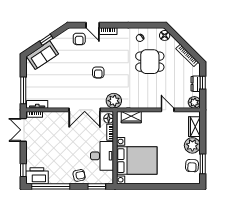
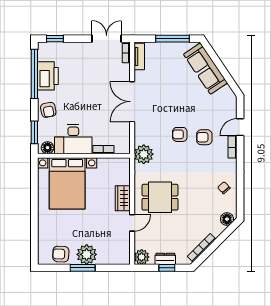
armchair: (79, 39) -> (204, 137), moved
window: (46, 40) -> (221, 68), removed
sofa: (43, 55) -> (205, 69), width x1.36
dining table: (150, 62) -> (160, 197), moved, turned 90
window: (23, 90) -> (172, 39), moved
double door: (85, 110) -> (132, 102), moved
wardrobe: (131, 117) -> (123, 198), moved
floor lamp: (109, 118) -> (48, 148), moved
wardrobe: (194, 127) -> (111, 257), removed
window: (203, 164) -> (83, 268), moved
printer: (37, 176) -> (48, 76), moved

